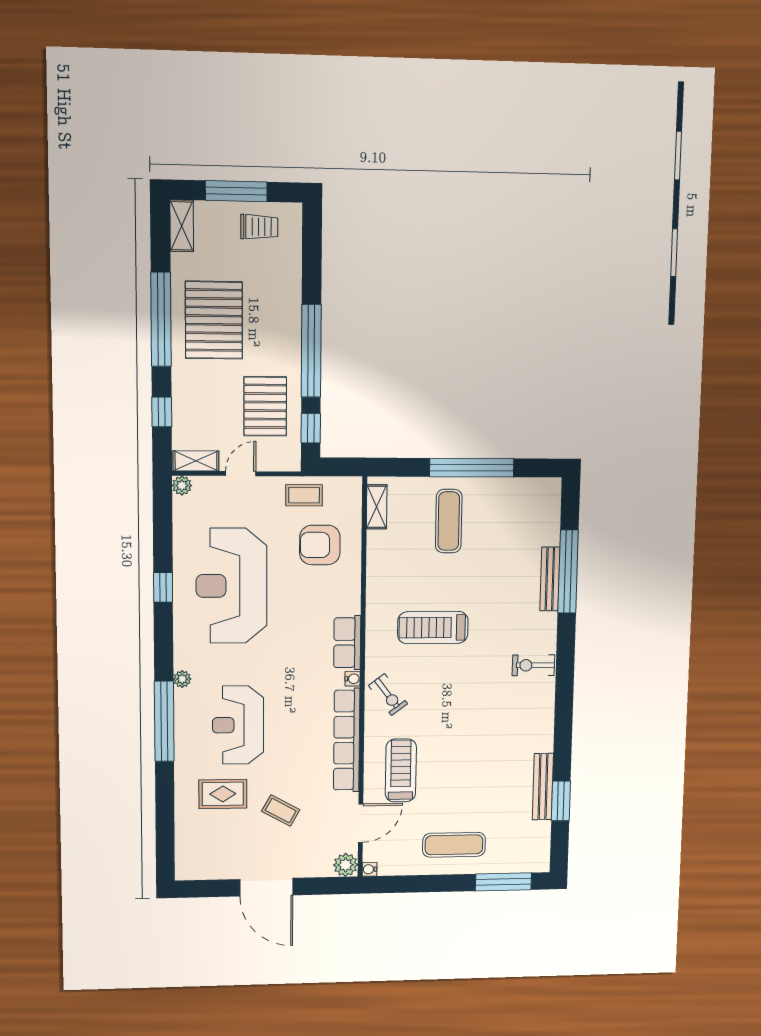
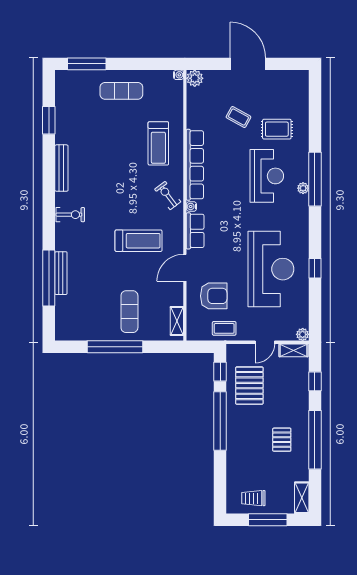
pallet: (214, 320) -> (282, 440), width x0.49, depth x0.50
plant: (182, 679) -> (303, 188), moved
bench: (543, 787) -> (61, 168), moved
door: (361, 823) -> (185, 268), moved

